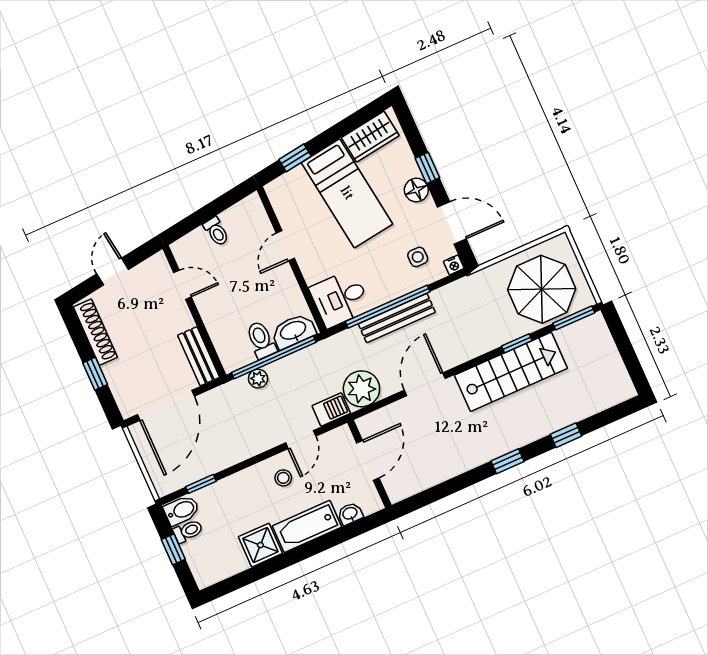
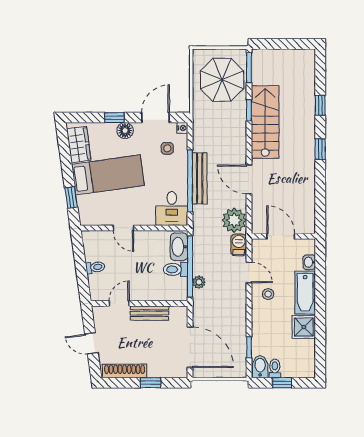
bench: (199, 356) -> (150, 313), moved

